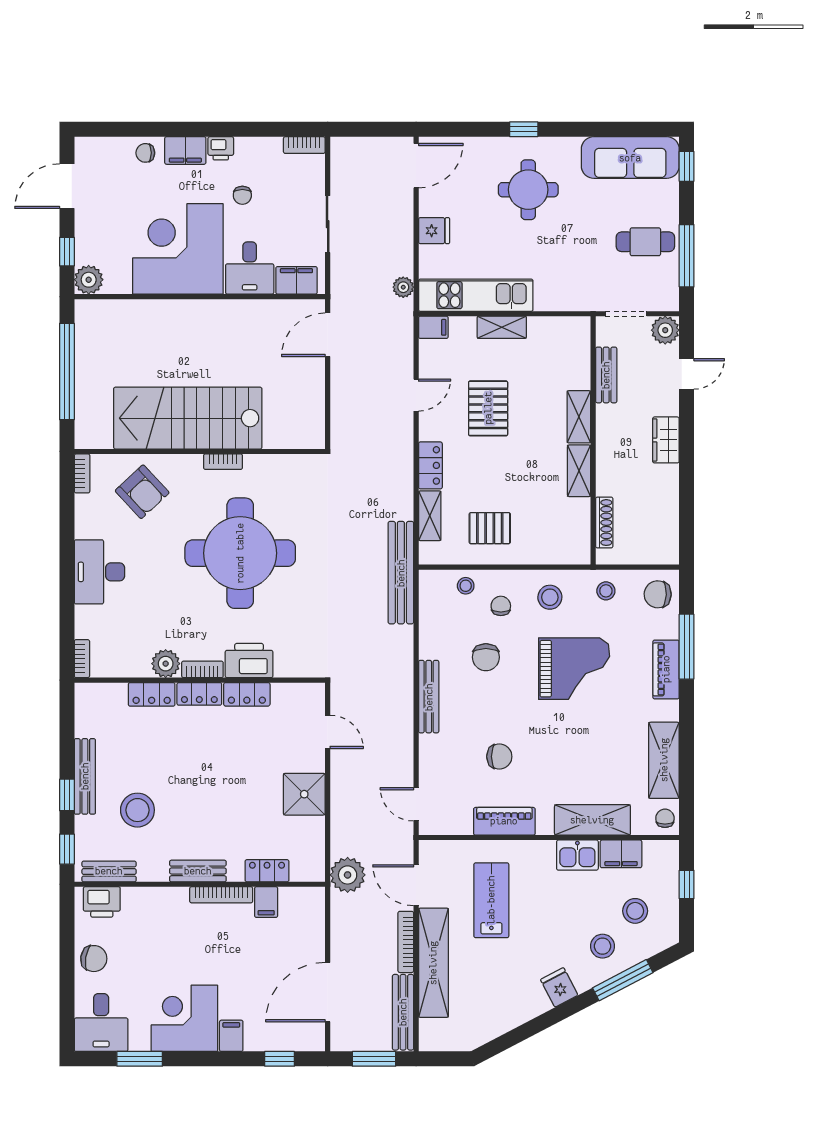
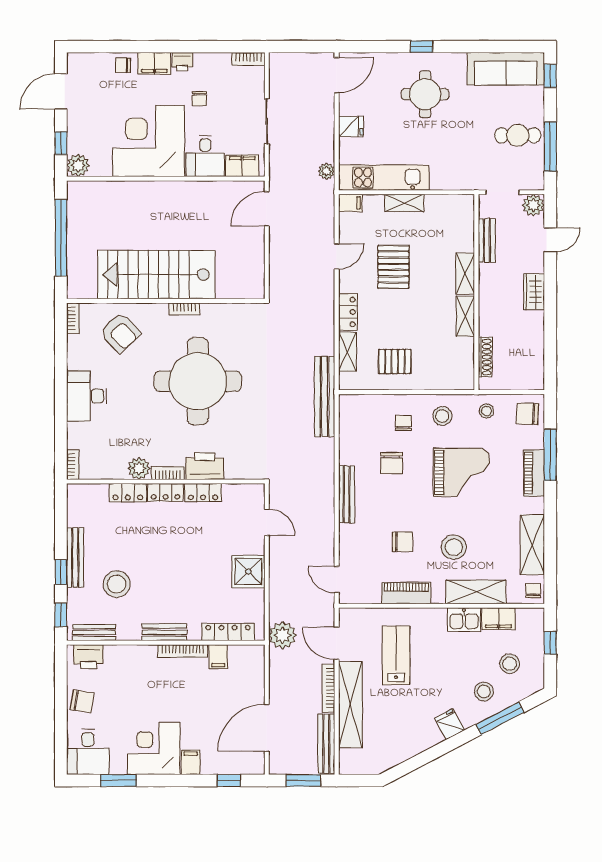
stool: (466, 586) -> (454, 547), moved, width x1.89, depth x1.89
locker: (267, 871) -> (228, 632), width x1.53

